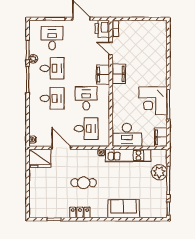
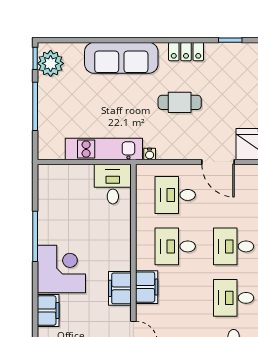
desk: (86, 98) -> (175, 246), turned 90
corner desk: (153, 101) -> (61, 269), moved
desk: (127, 135) -> (113, 184), width x0.73
filing cabinet: (161, 137) -> (48, 311), moved
plant: (159, 172) -> (51, 63), moved
sofa: (123, 209) -> (121, 58), width x1.36

